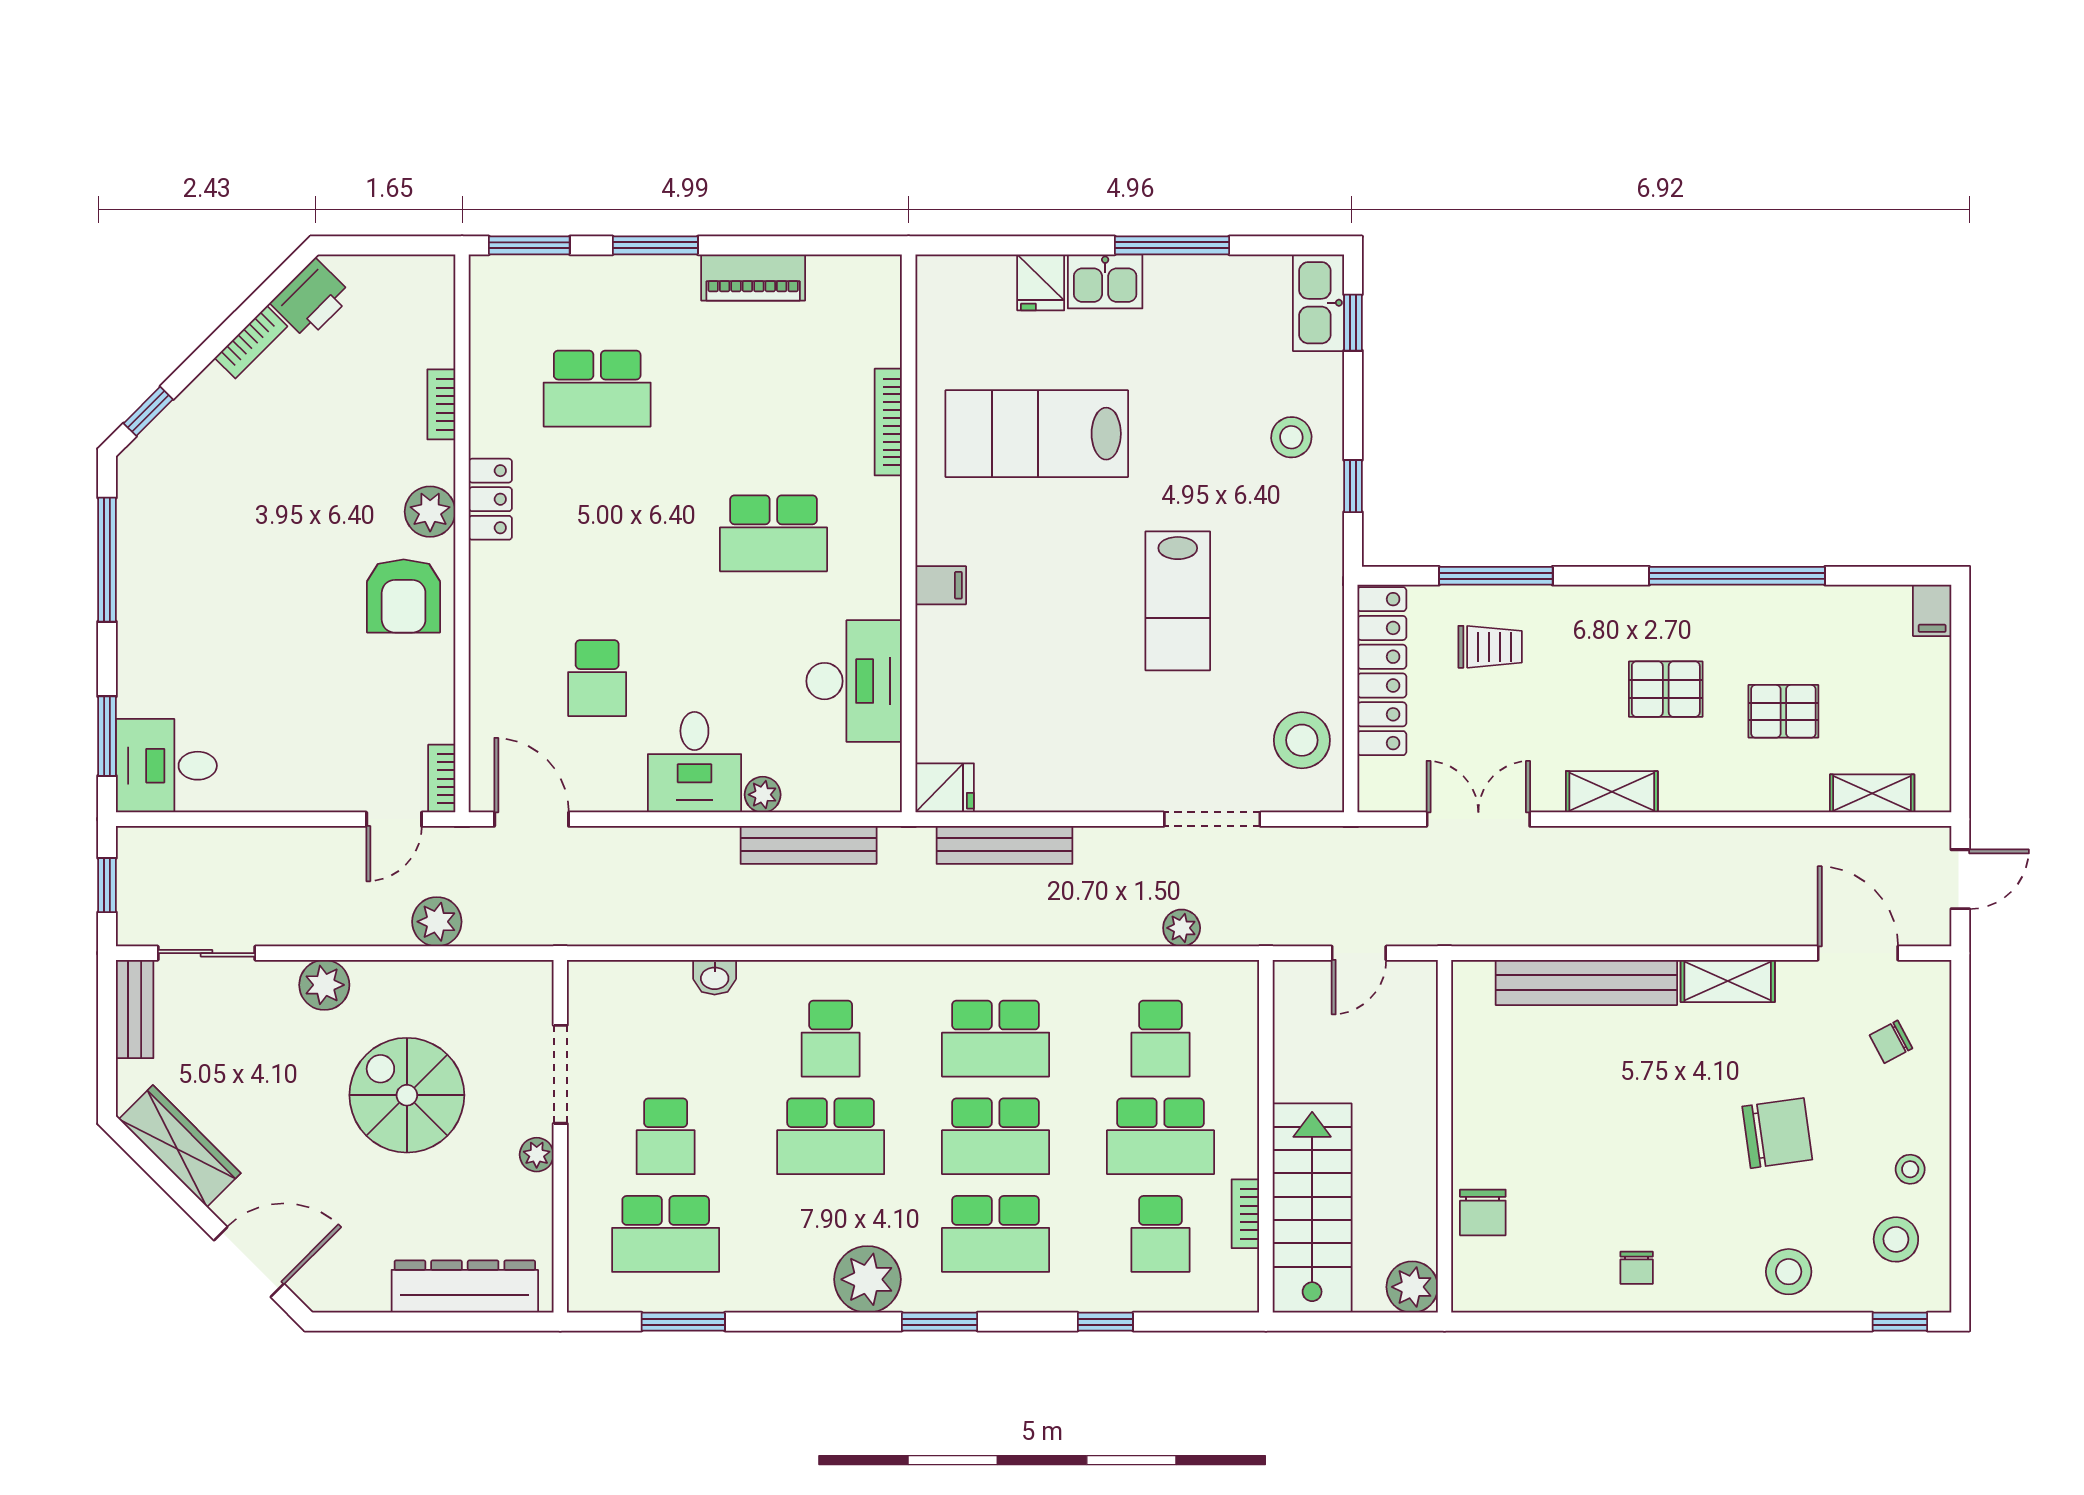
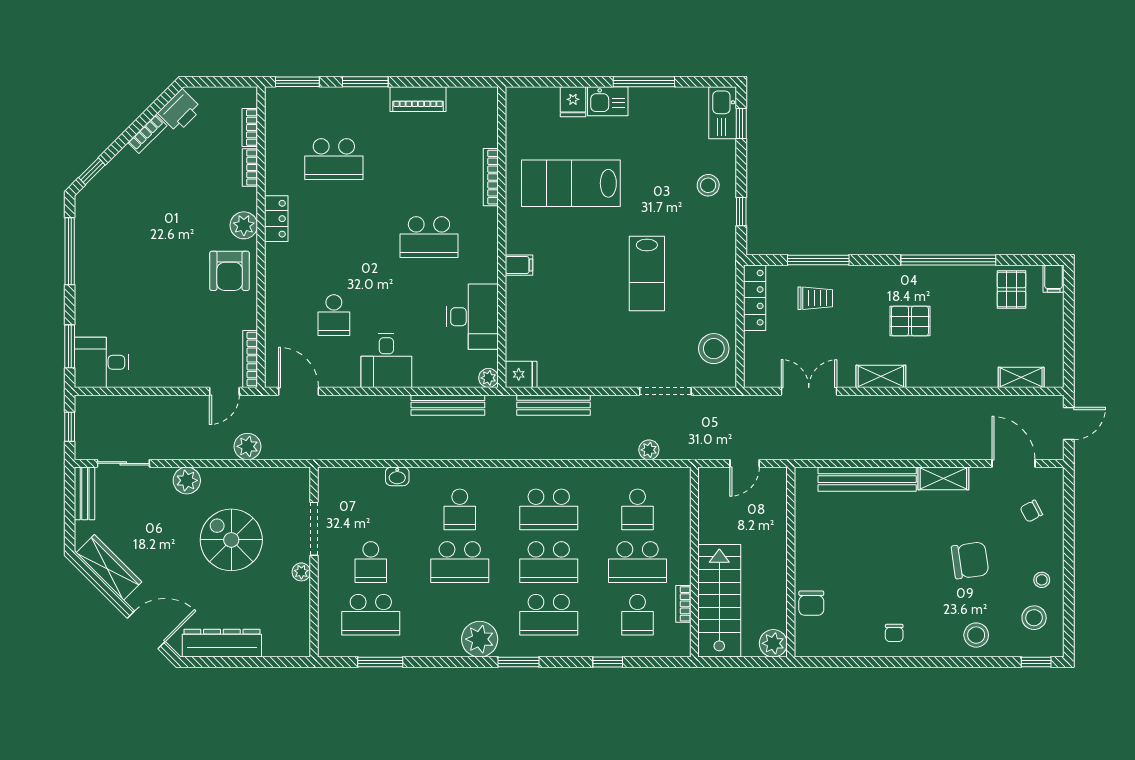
bookcase: (441, 330) -> (250, 128), added
locker: (1382, 671) -> (755, 298), width x0.71, depth x0.83
pallet: (1783, 711) -> (1011, 289), moved, turned 90
bookcase: (442, 779) -> (250, 359), width x1.56
plant: (763, 795) -> (489, 378), moved
dresser: (465, 1287) -> (222, 643), moved

